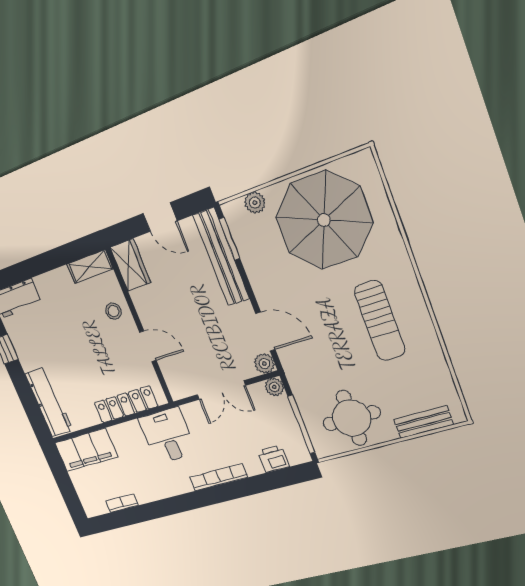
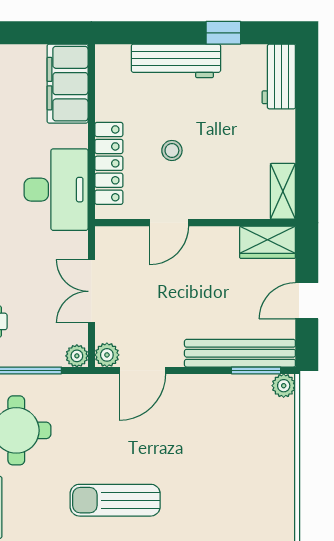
plant: (255, 203) -> (284, 386), moved
parasol: (324, 220) -> (239, 480), removed
stool: (113, 311) -> (172, 150), moved
workbench: (49, 402) -> (176, 61), moved
desk: (167, 436) -> (56, 190), width x1.37

